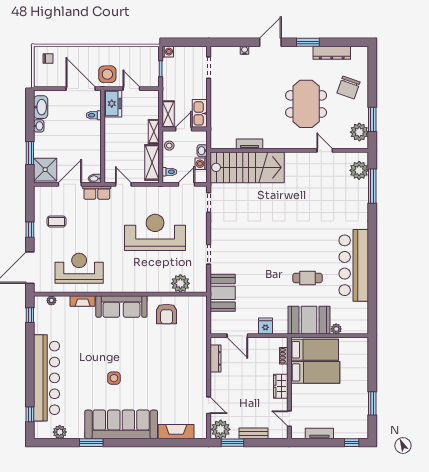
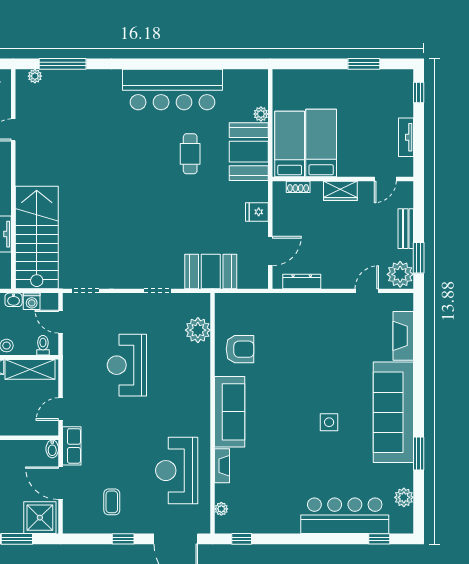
plant: (359, 170) -> (35, 76), width x0.53, depth x0.53
reception desk: (155, 232) -> (127, 365), width x0.74, depth x0.77
bar counter: (47, 378) -> (345, 516), width x0.73

